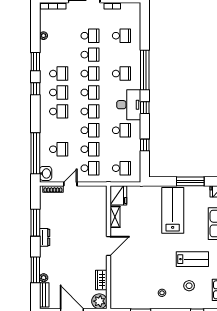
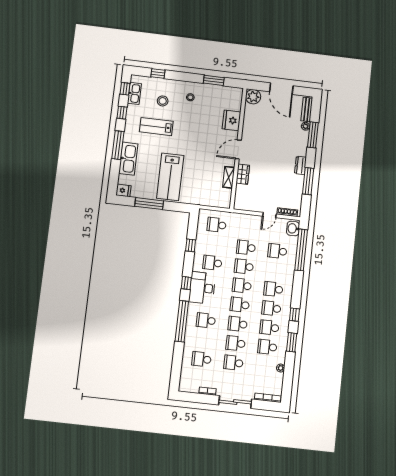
school desk: (90, 168) -> (267, 347), moved
fridge: (118, 195) -> (232, 120), moved
wardrobe: (101, 280) -> (243, 174), moved

